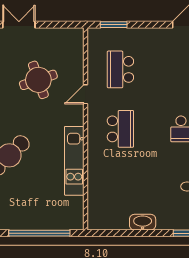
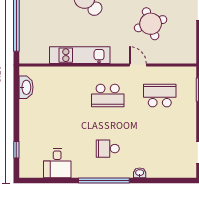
washbasin: (143, 222) -> (26, 87), moved

